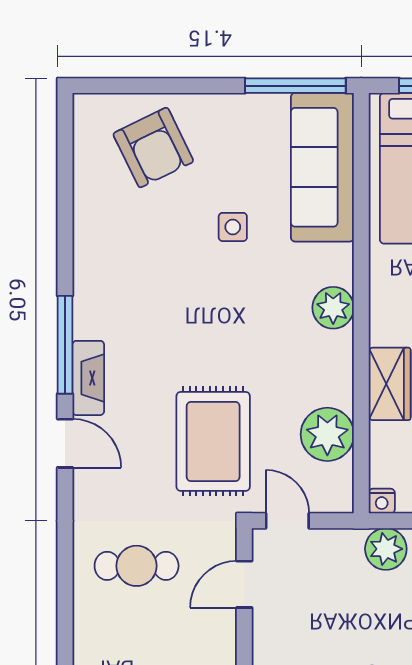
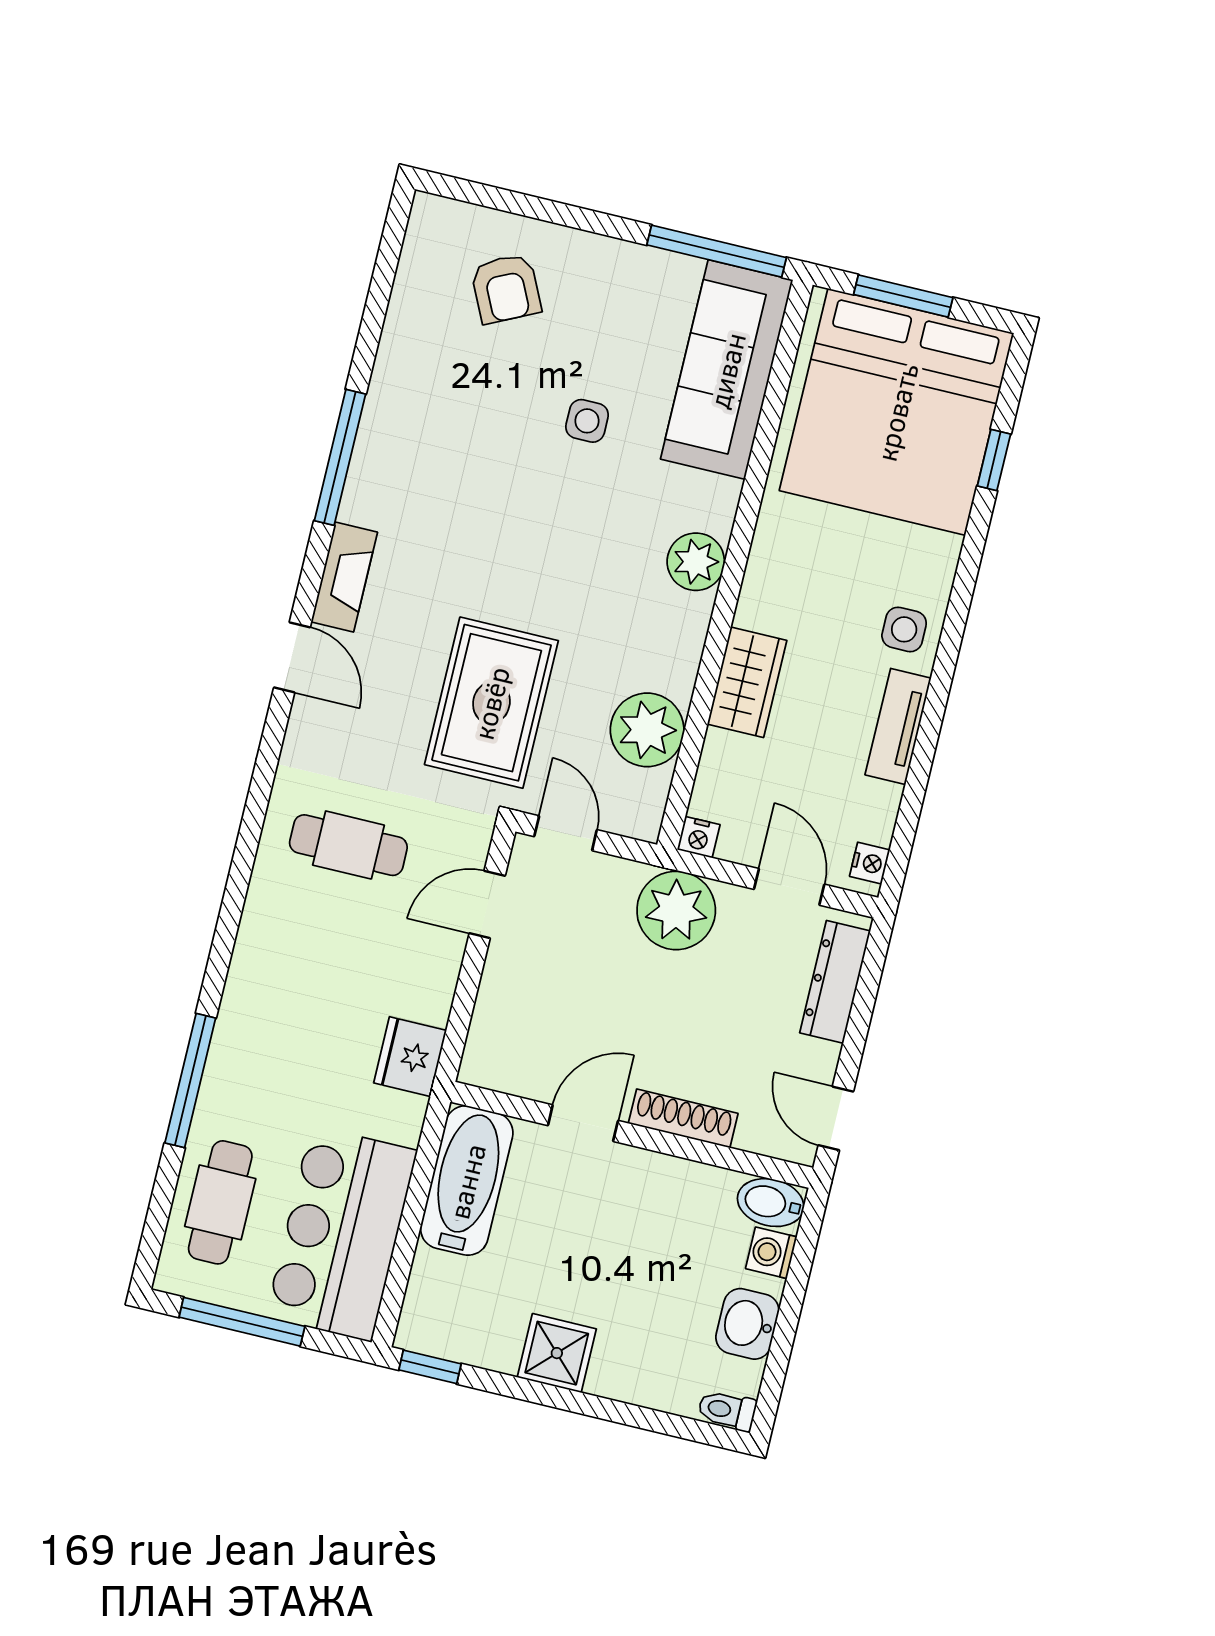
armchair: (153, 148) -> (506, 289), width x0.72, depth x0.72
window: (65, 345) -> (340, 457), moved
plant: (386, 549) -> (676, 910), width x1.36, depth x1.36

